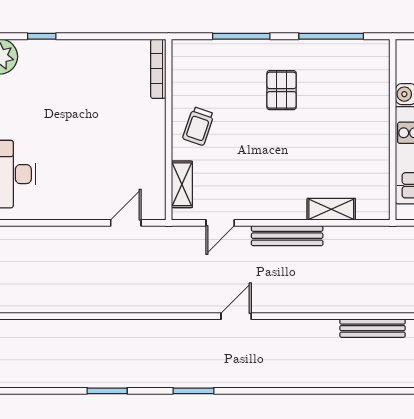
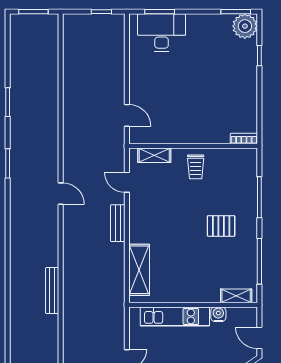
bookcase: (158, 69) -> (244, 138), width x0.64
shelving: (380, 69) -> (236, 296), added
trolley: (198, 126) -> (196, 167), turned -109
shelving: (331, 209) -> (139, 270), width x1.50, depth x1.33
bench: (287, 236) -> (118, 223), width x0.73

